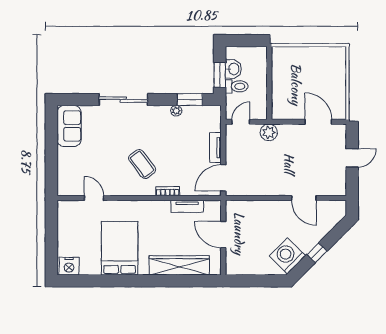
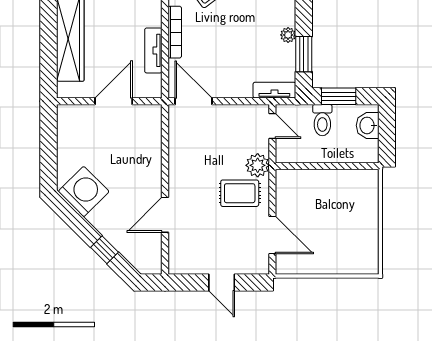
washbasin: (233, 69) -> (368, 125), moved, turned 90
door: (318, 122) -> (272, 235), hinge flipped
rug: (289, 145) -> (240, 193), added
tv unit: (215, 148) -> (274, 90), moved
bookcase: (168, 191) -> (175, 32), width x1.56
window: (317, 253) -> (105, 250), moved

